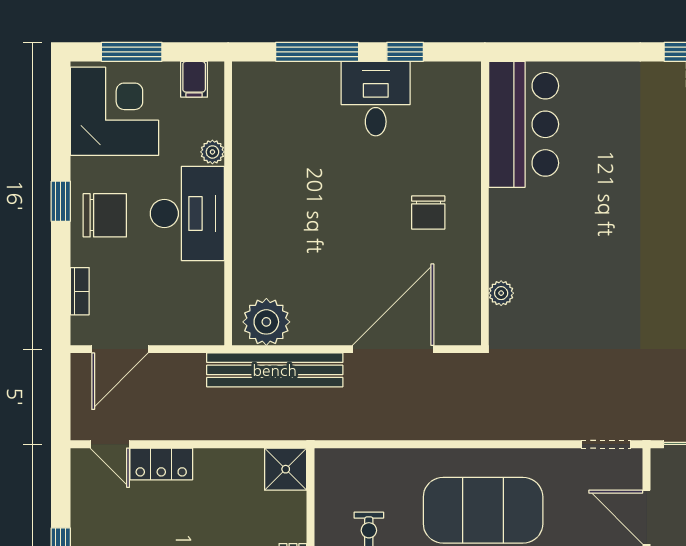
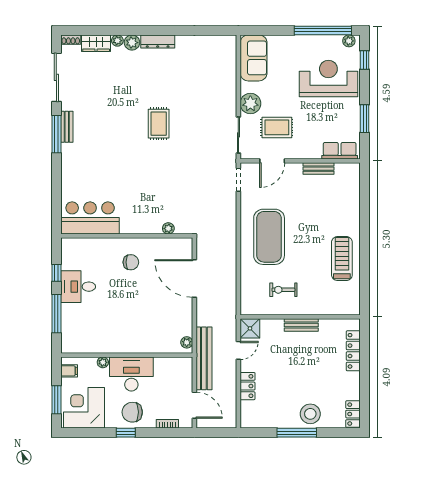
chair: (105, 215) -> (132, 412), turned -90
plant: (266, 322) -> (187, 342), width x0.53, depth x0.53
bench: (275, 370) -> (204, 358), moved
door: (110, 444) -> (238, 350), moved

